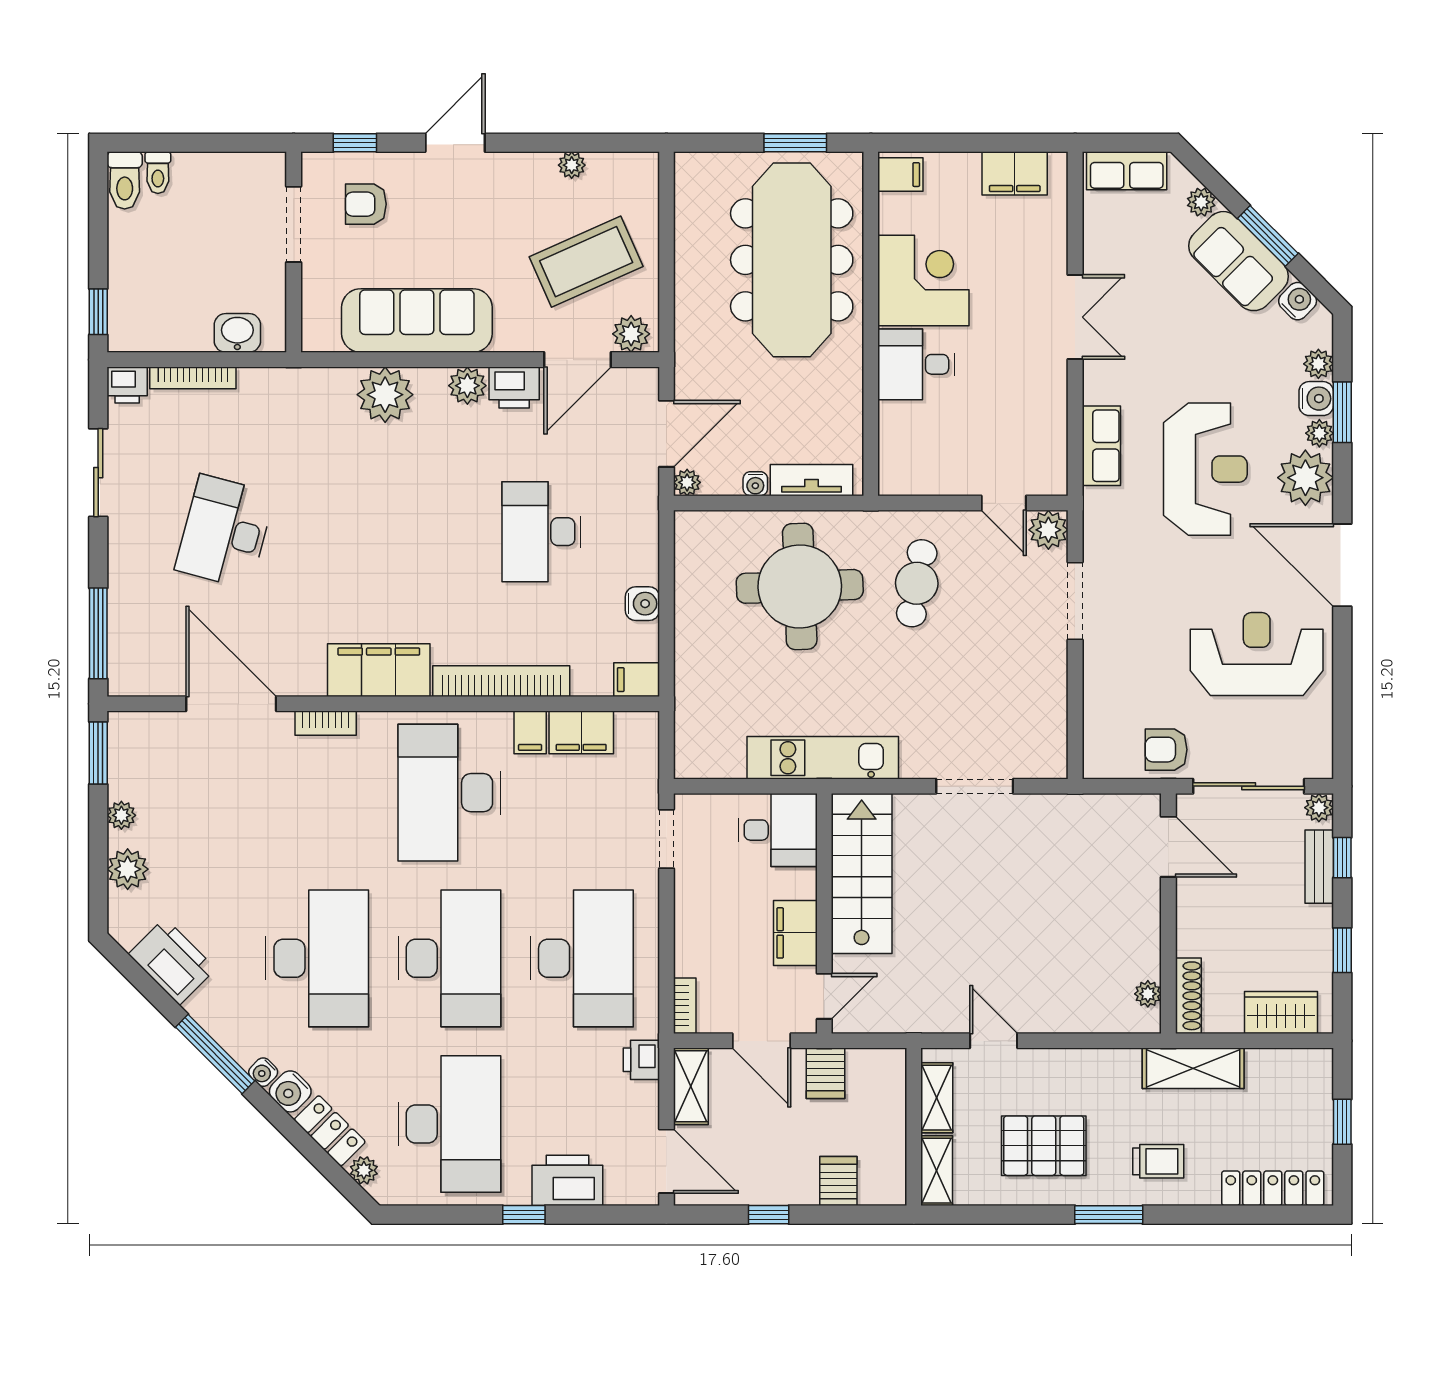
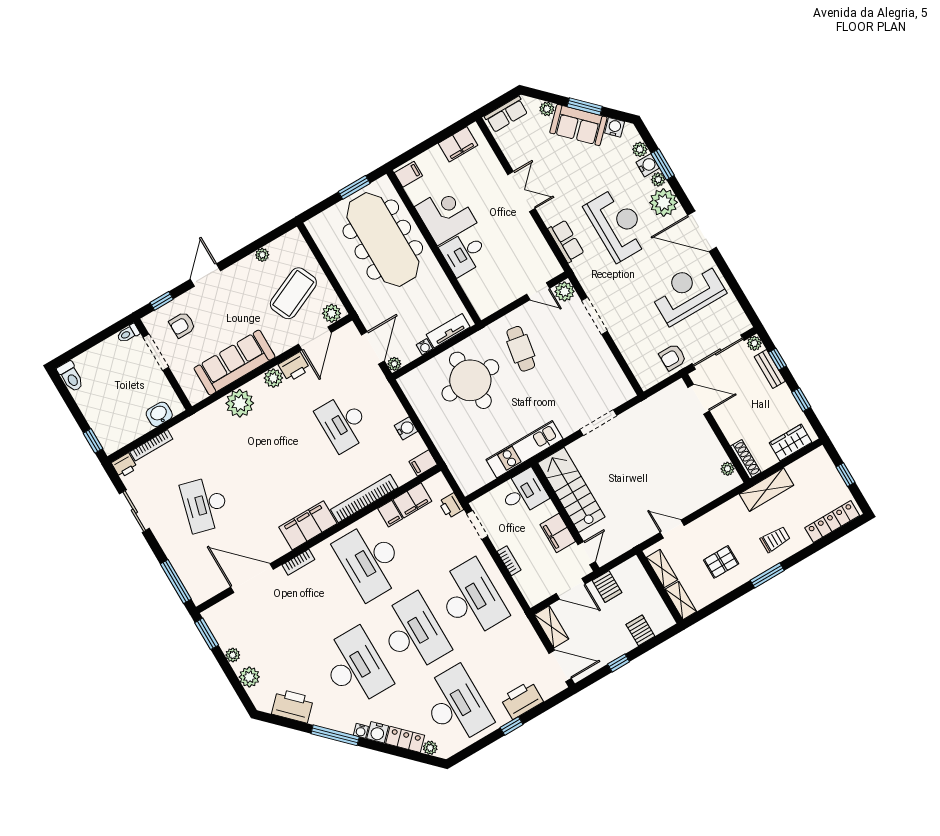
toilet: (158, 173) -> (128, 333), moved, turned 90
bookcase: (685, 1006) -> (509, 561), moved
printer: (641, 1060) -> (451, 506), moved
pallet: (1044, 1146) -> (721, 562), width x0.67, depth x0.71

